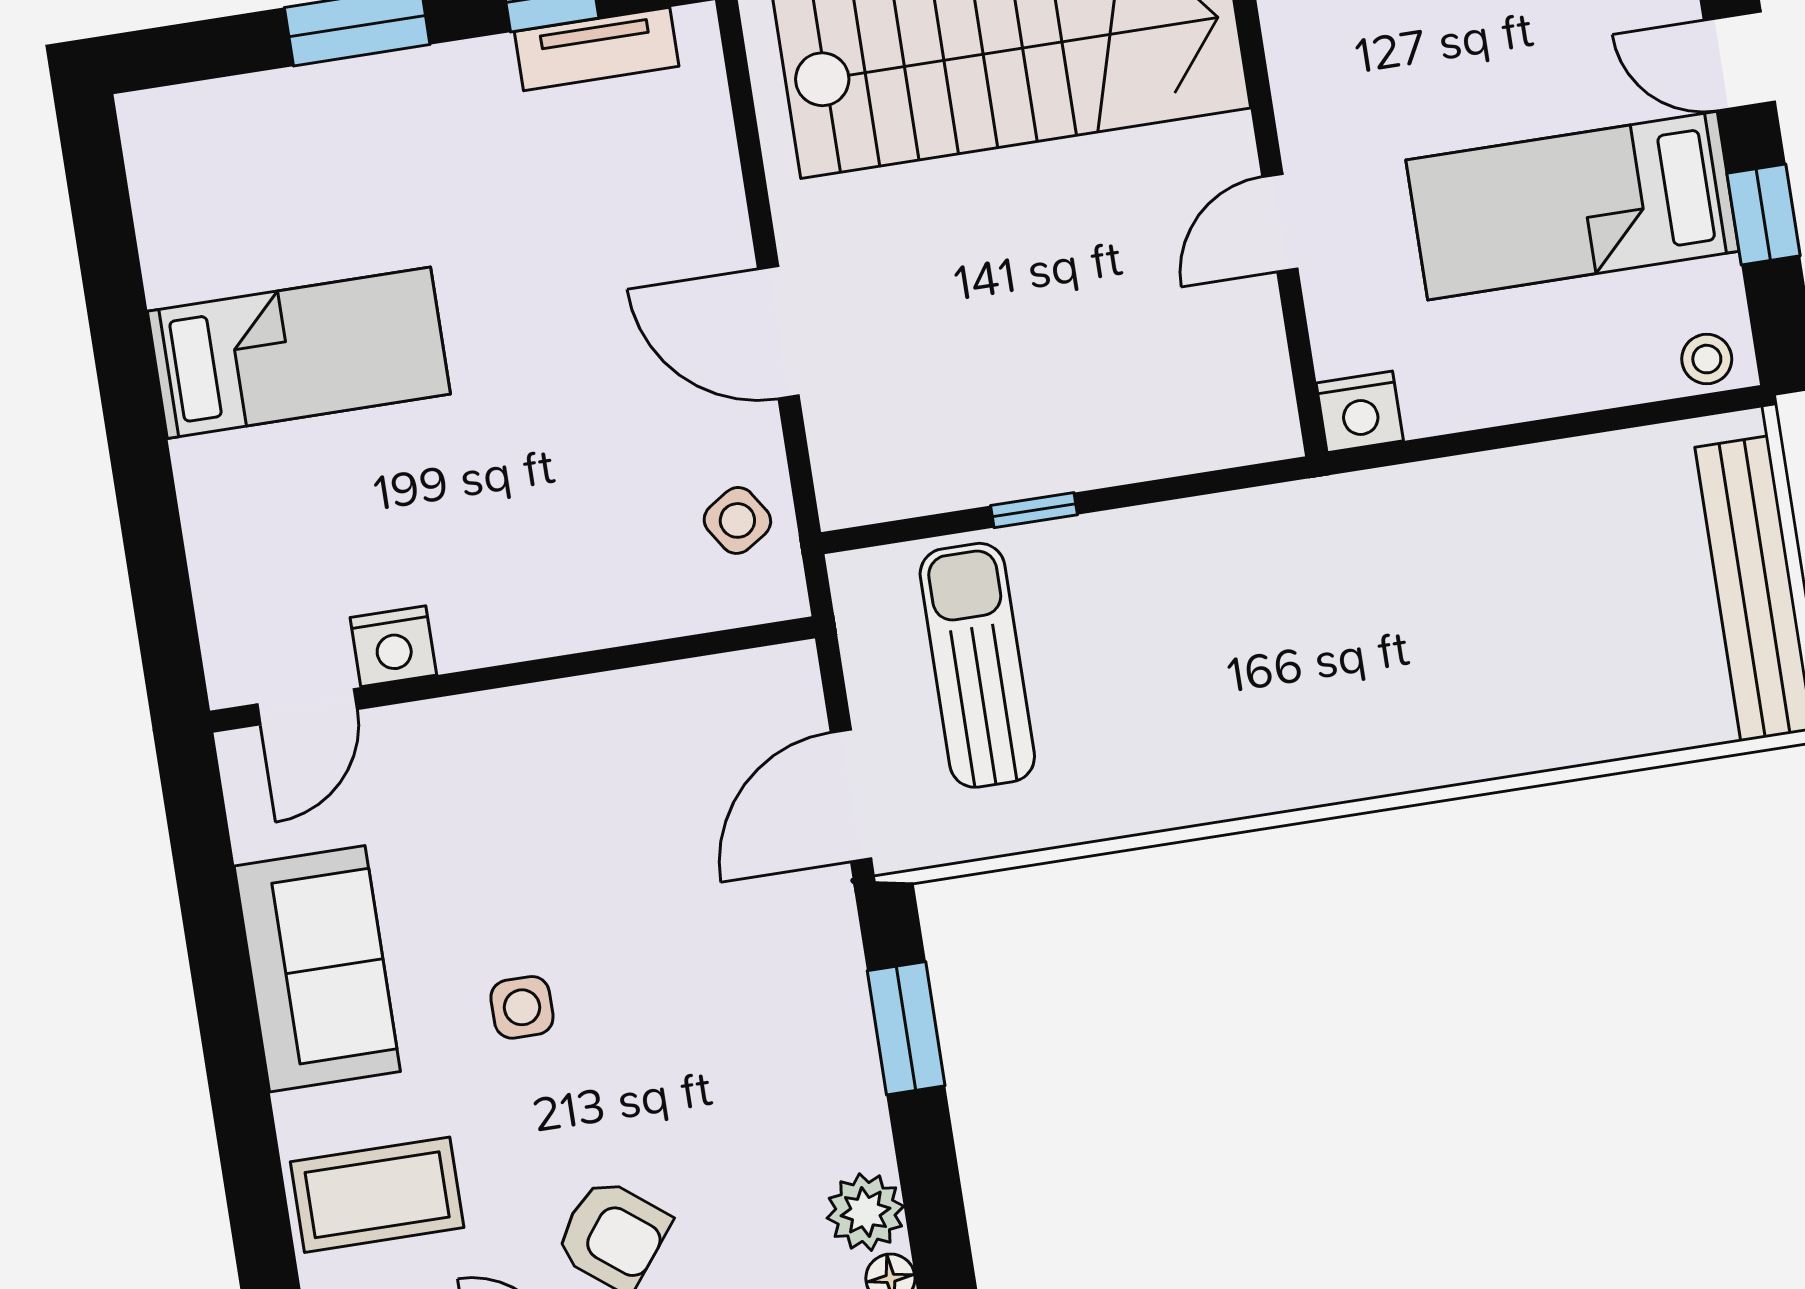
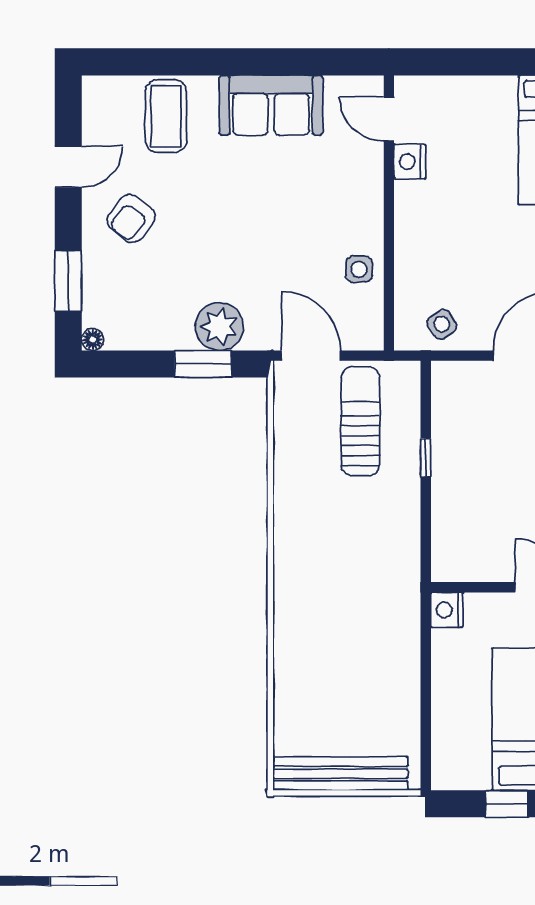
stool: (1707, 359) -> (446, 768), removed
sun lounger: (977, 665) -> (360, 421), turned -90
side table: (522, 1007) -> (359, 269), moved
plant: (865, 1212) -> (219, 327), moved, width x1.36, depth x1.36

